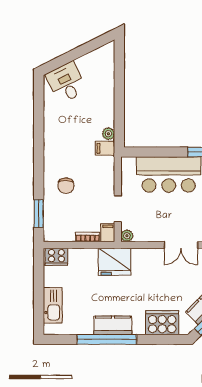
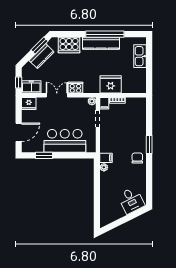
chair: (66, 186) -> (137, 158), moved
window: (39, 214) -> (149, 145), moved
cooker: (56, 257) -> (75, 88), moved
fridge: (115, 262) -> (111, 84), moved
kitchen counter: (113, 325) -> (101, 43), width x1.50

